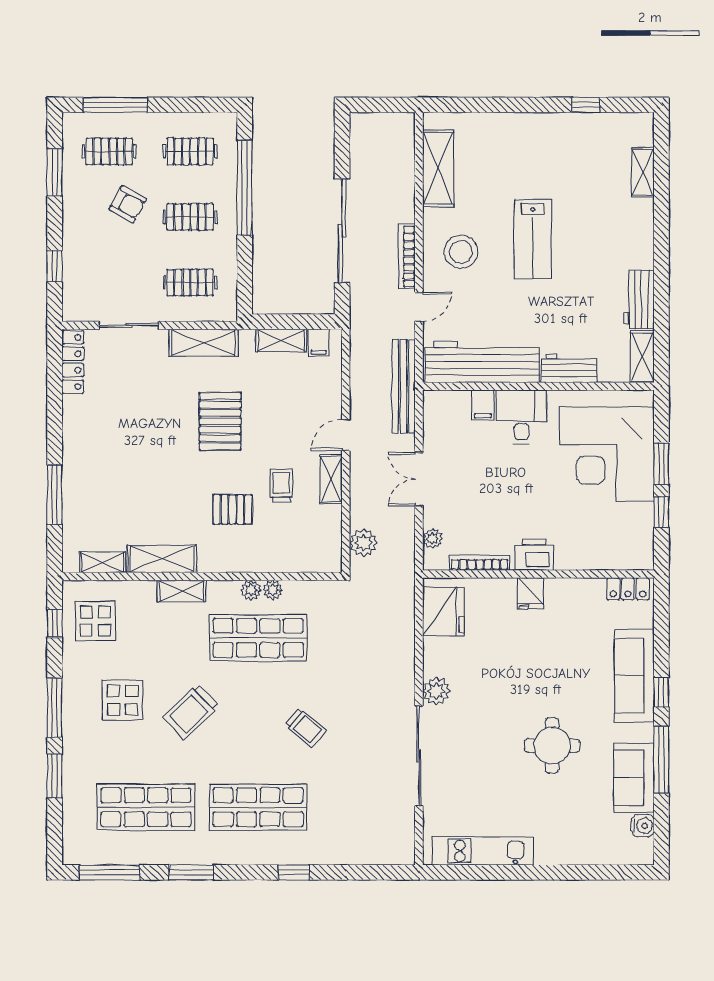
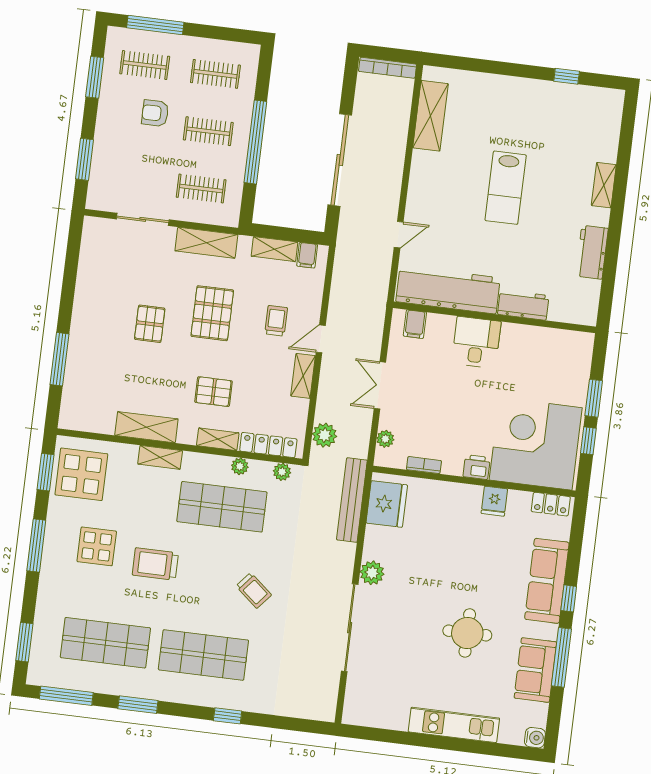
shelving: (643, 172) -> (604, 185), moved
window: (245, 188) -> (255, 142), moved
armchair: (128, 204) -> (155, 113), turned 151
stool: (461, 252) -> (441, 191), removed
bookcase: (407, 256) -> (388, 68), moved, turned -90
window: (55, 266) -> (84, 159), width x1.50
shelving: (642, 357) -> (589, 303), removed
locker: (73, 362) -> (268, 445), moved, turned -90
bench: (404, 386) -> (352, 500), moved
filing cabinet: (483, 405) -> (415, 324), moved
pallet: (151, 442) -> (150, 324), added
corner desk: (607, 454) -> (536, 444), moved, turned 90
trolley: (281, 485) -> (276, 321), moved
printer: (534, 554) -> (477, 467), width x0.73, depth x0.81
shelving: (102, 562) -> (218, 439), moved
bookcase: (480, 563) -> (424, 465), width x0.64
plant: (251, 590) -> (282, 472), moved
fridge: (530, 593) -> (494, 501), moved
display table: (95, 621) -> (81, 474), width x1.36, depth x1.36
window: (55, 624) -> (45, 472), width x1.50
trolley: (191, 712) -> (155, 564), turned 44
window: (55, 776) -> (24, 642), moved
water cooler: (643, 826) -> (535, 738), moved
kitchen unit: (483, 851) -> (454, 725), moved

